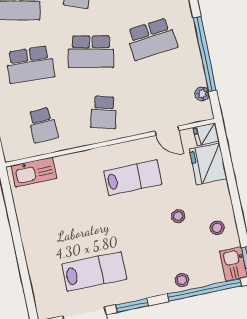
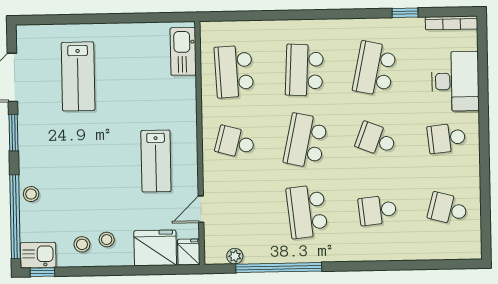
school desk: (43, 125) -> (234, 71), width x1.85
stool: (178, 216) -> (107, 240), moved
lab bench: (94, 272) -> (78, 76), moved

